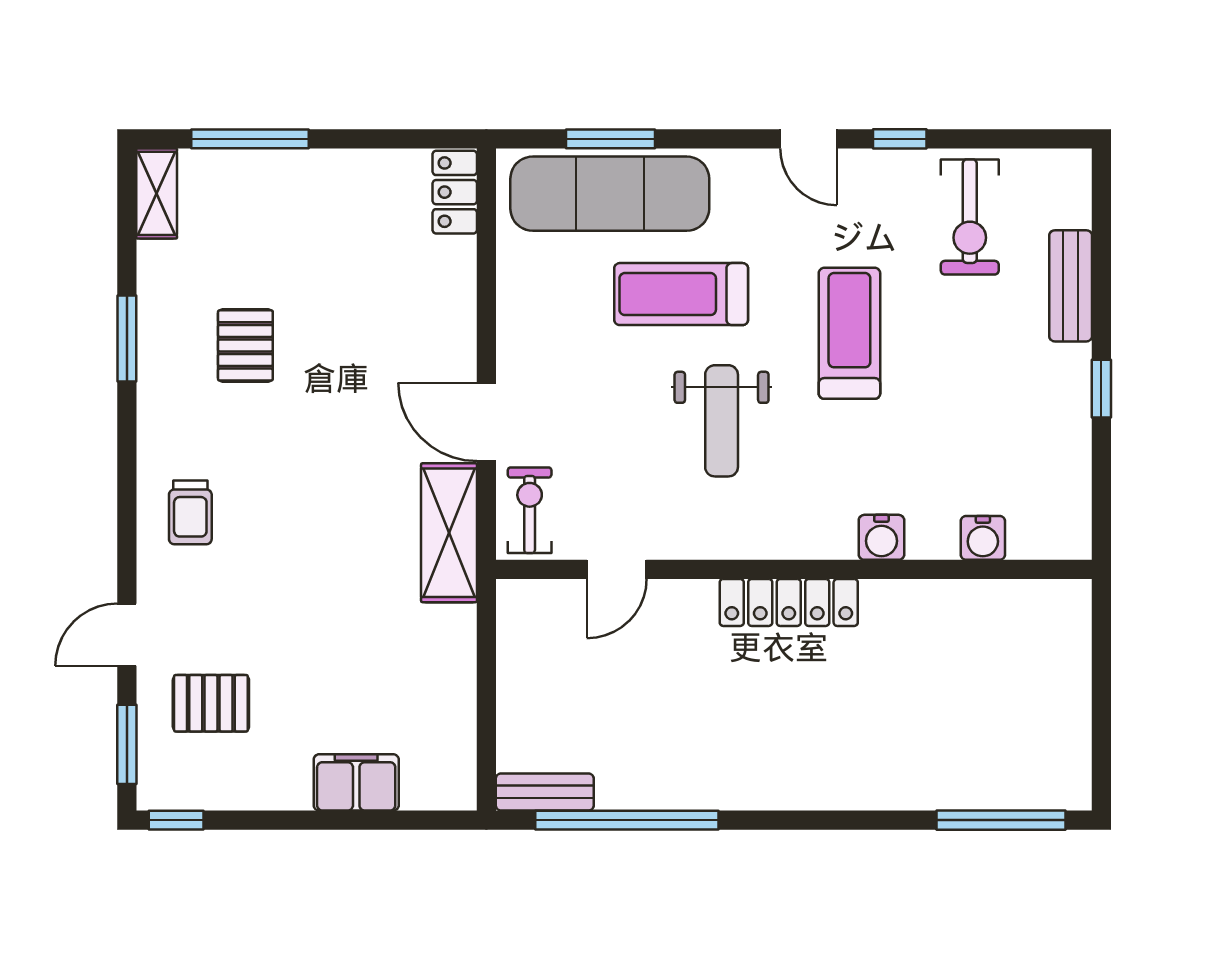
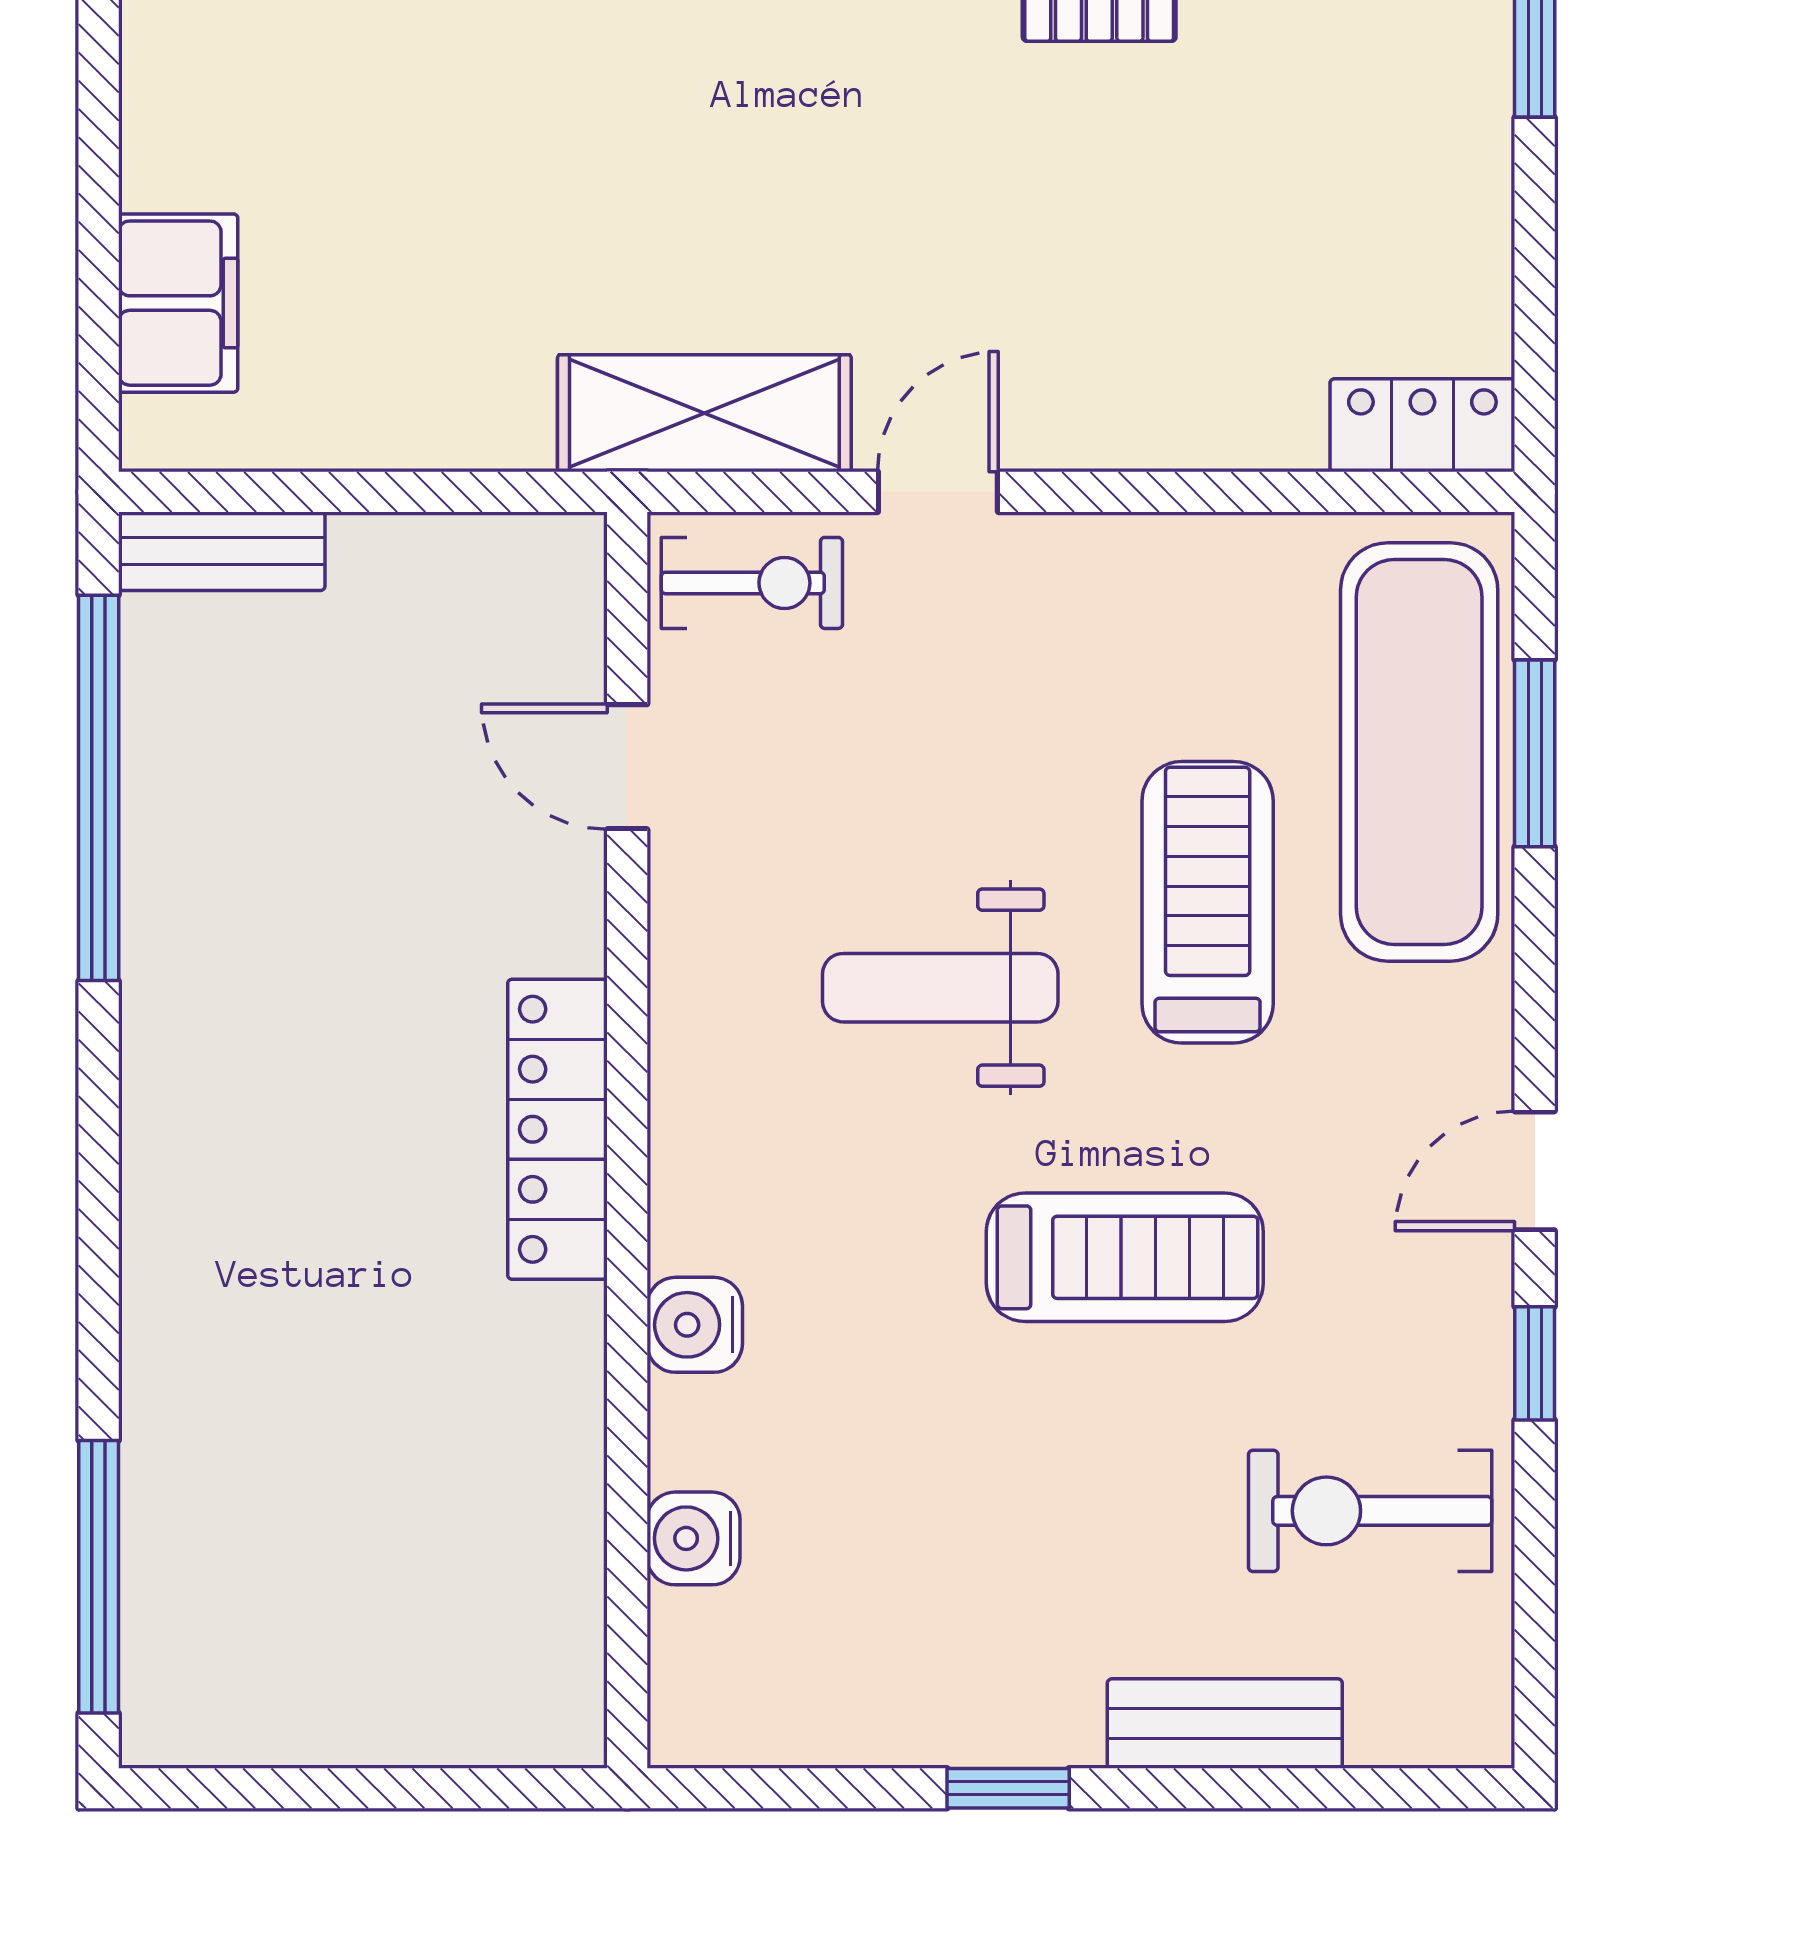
door: (486, 422) -> (938, 492), width x0.73
filing cabinet: (356, 782) -> (178, 303), moved
bench: (545, 792) -> (222, 551), moved, turned 90

